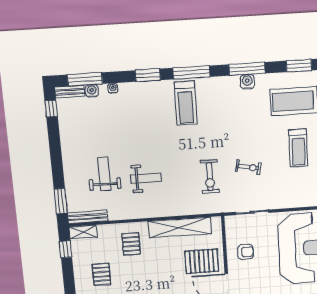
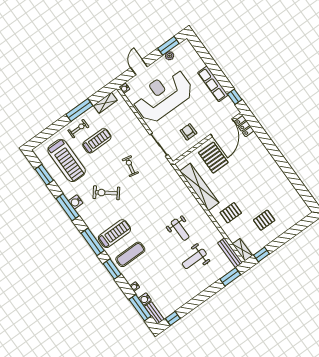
exercise mat: (152, 106) -> (130, 254), added
exercise bike: (210, 177) -> (106, 193), moved, turned -141
weight bench: (146, 178) -> (180, 230), turned 180

